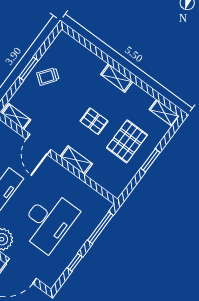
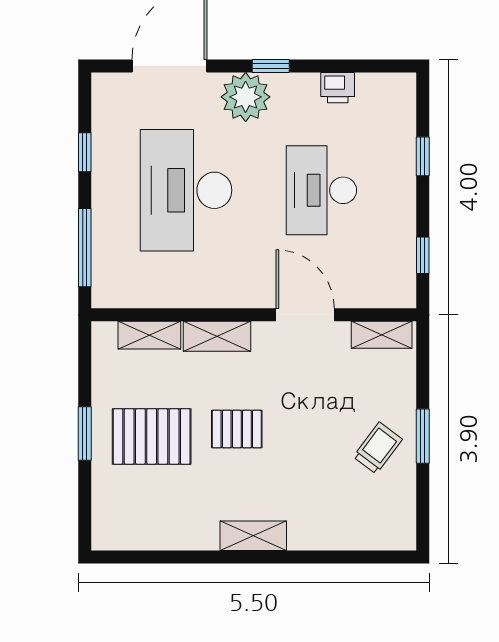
shelving: (164, 113) -> (149, 335), moved
pallet: (127, 141) -> (152, 436), turned 90

